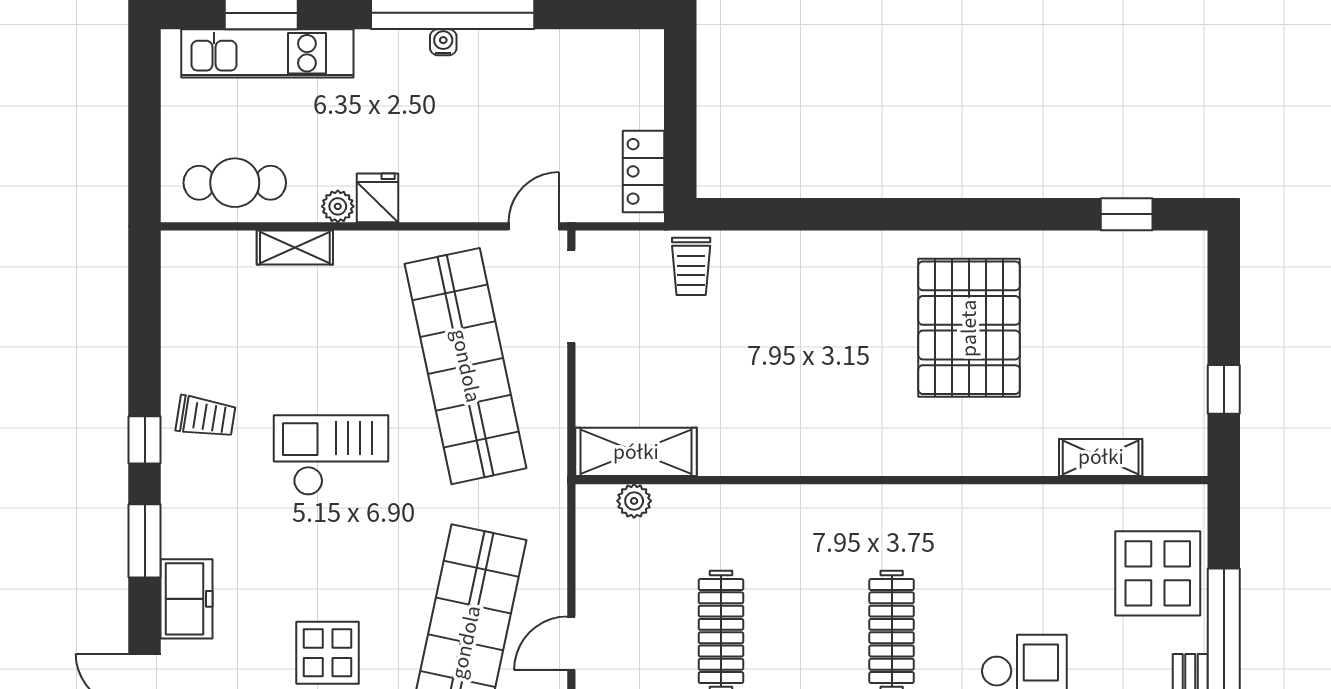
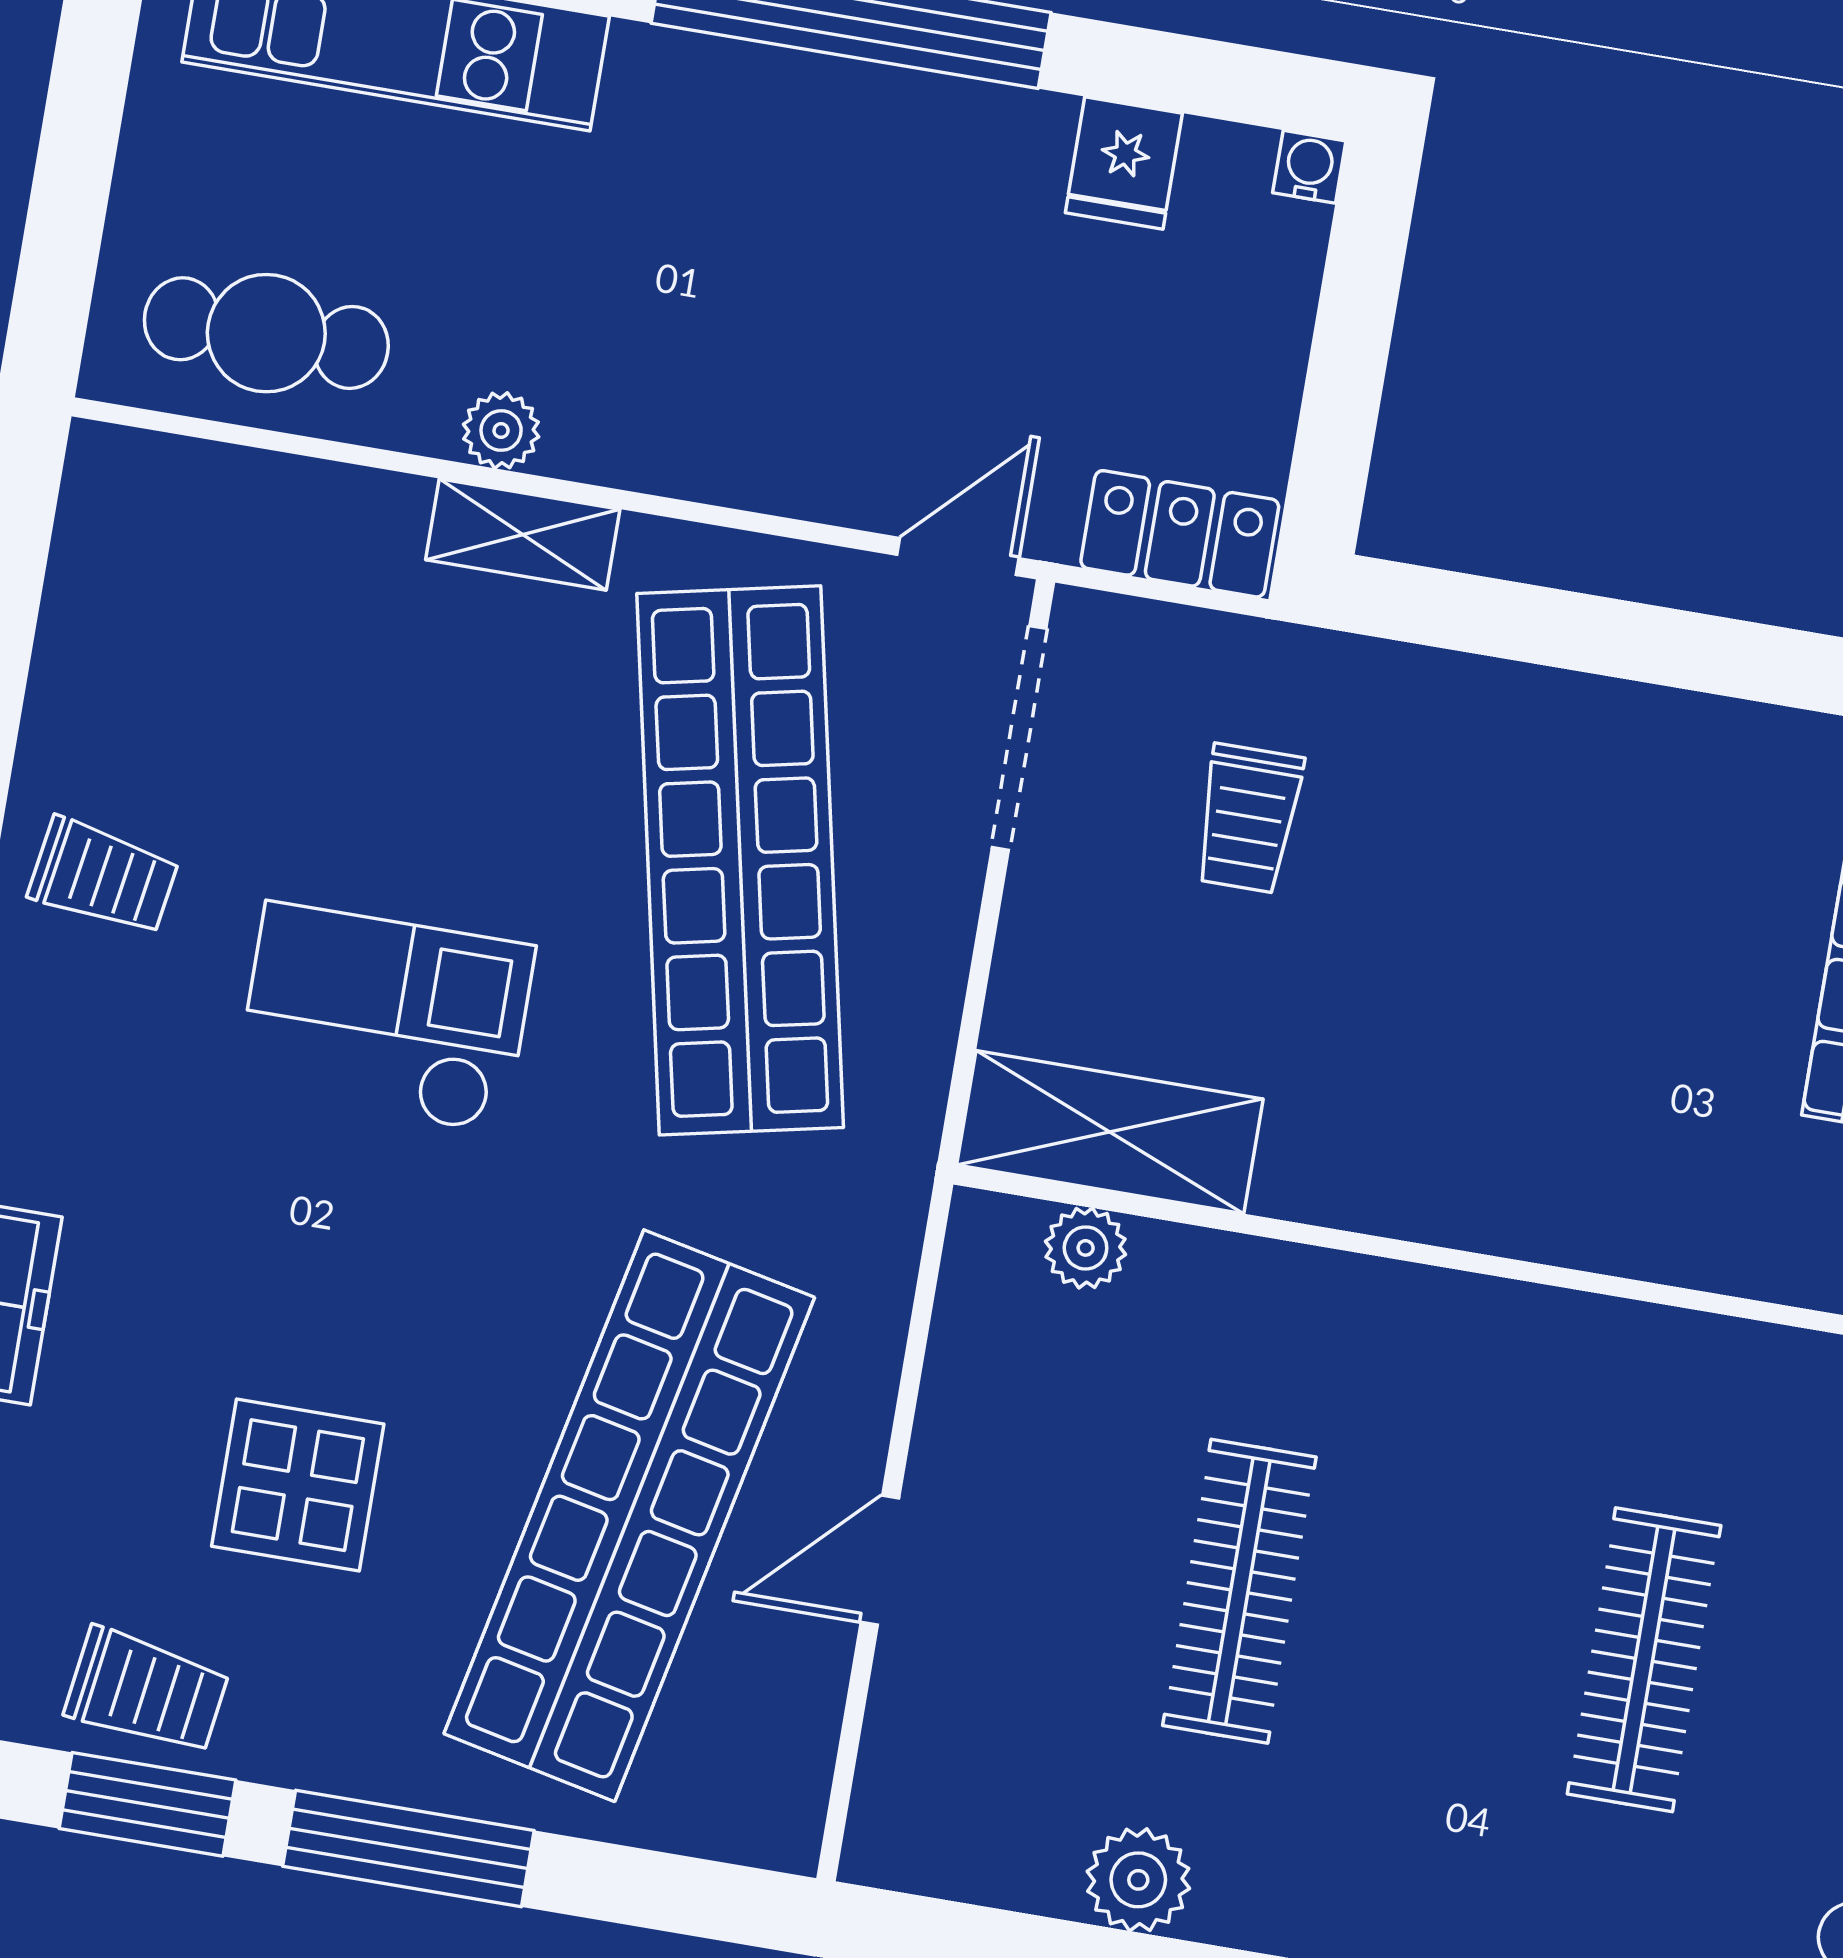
water cooler: (443, 42) -> (1309, 167), moved
locker: (643, 171) -> (1180, 534), moved, turned 90
fridge: (377, 198) -> (1124, 163), moved, turned 180
shelving: (295, 247) -> (523, 534), moved
trolley: (691, 266) -> (1248, 818), moved

